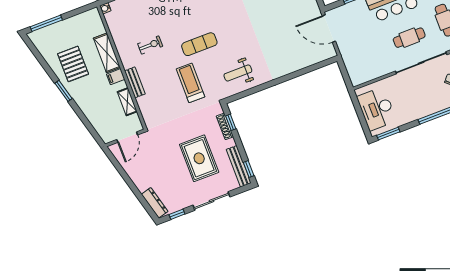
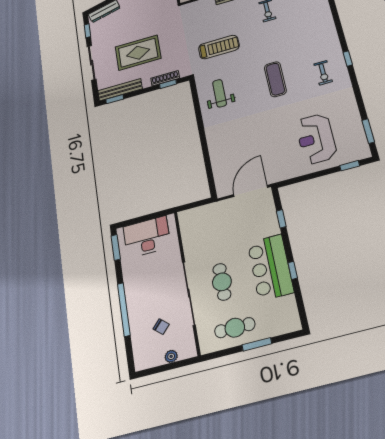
exercise mat: (199, 44) -> (275, 79), moved

